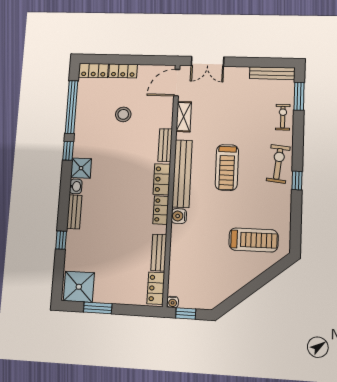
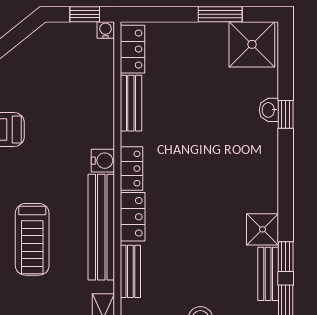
treadmill: (227, 168) -> (32, 239), turned 180
washbasin: (76, 186) -> (269, 110), moved
bench: (74, 212) -> (268, 274), moved

